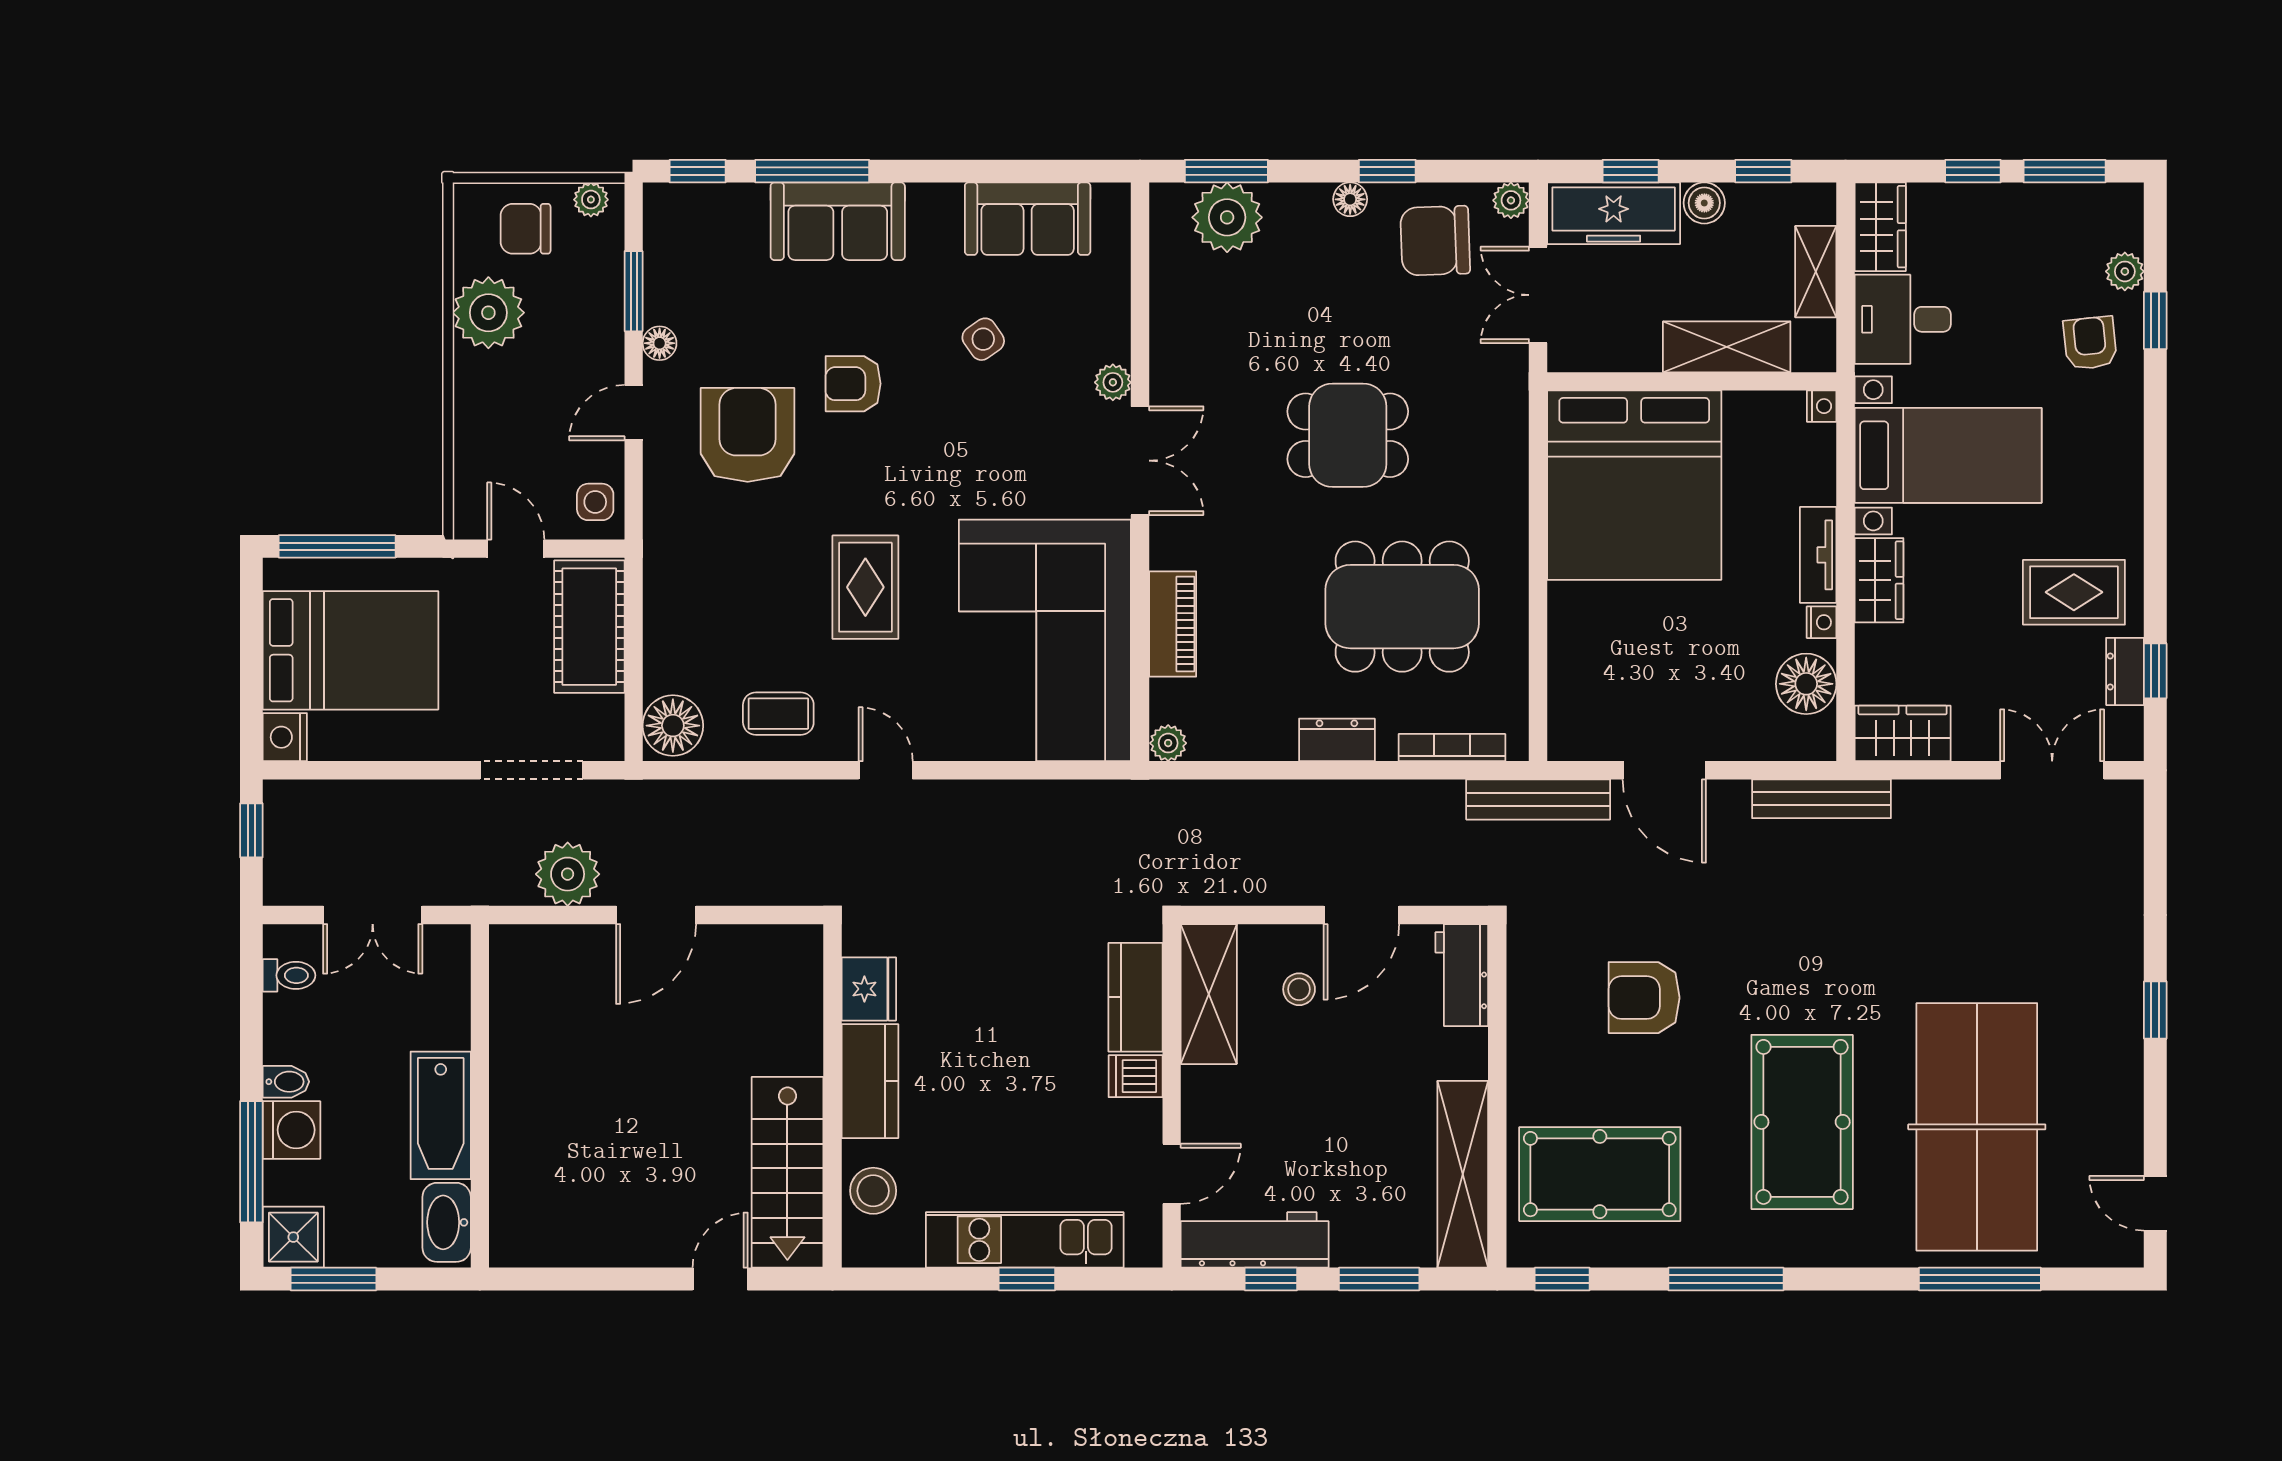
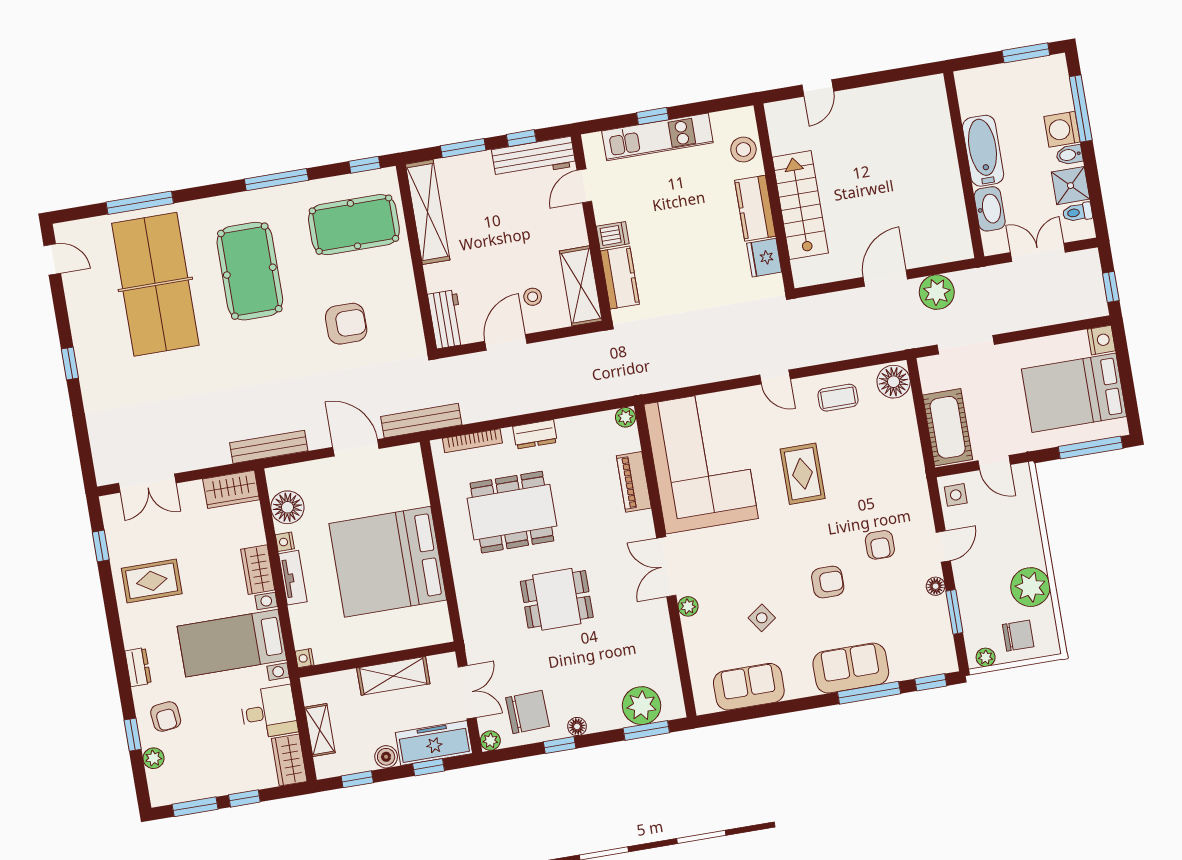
shelving: (1727, 347) -> (393, 676), moved
armchair: (748, 435) -> (880, 545), width x0.53, depth x0.53
bed: (1634, 485) -> (388, 562), moved, turned -90
dresser: (2125, 671) -> (138, 667), moved
stairs: (787, 1172) -> (800, 205), moved
washbasin: (447, 1222) -> (990, 209), moved
shower: (293, 1237) -> (1071, 186), moved

